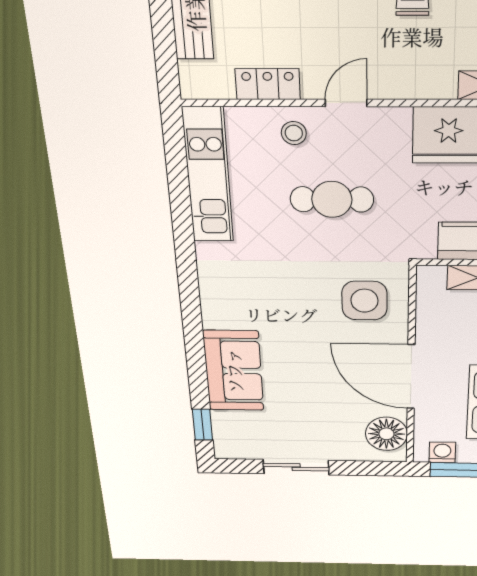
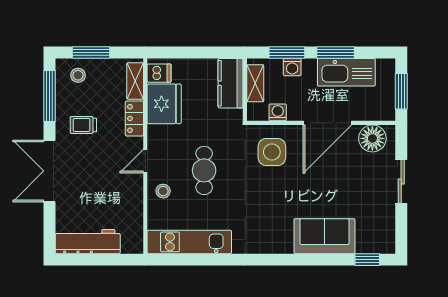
locker: (268, 84) -> (134, 118), moved
door: (346, 103) -> (145, 161), hinge flipped
washing machine: (442, 452) -> (278, 112), moved, turned 90
sliding door: (296, 467) -> (401, 181), moved

